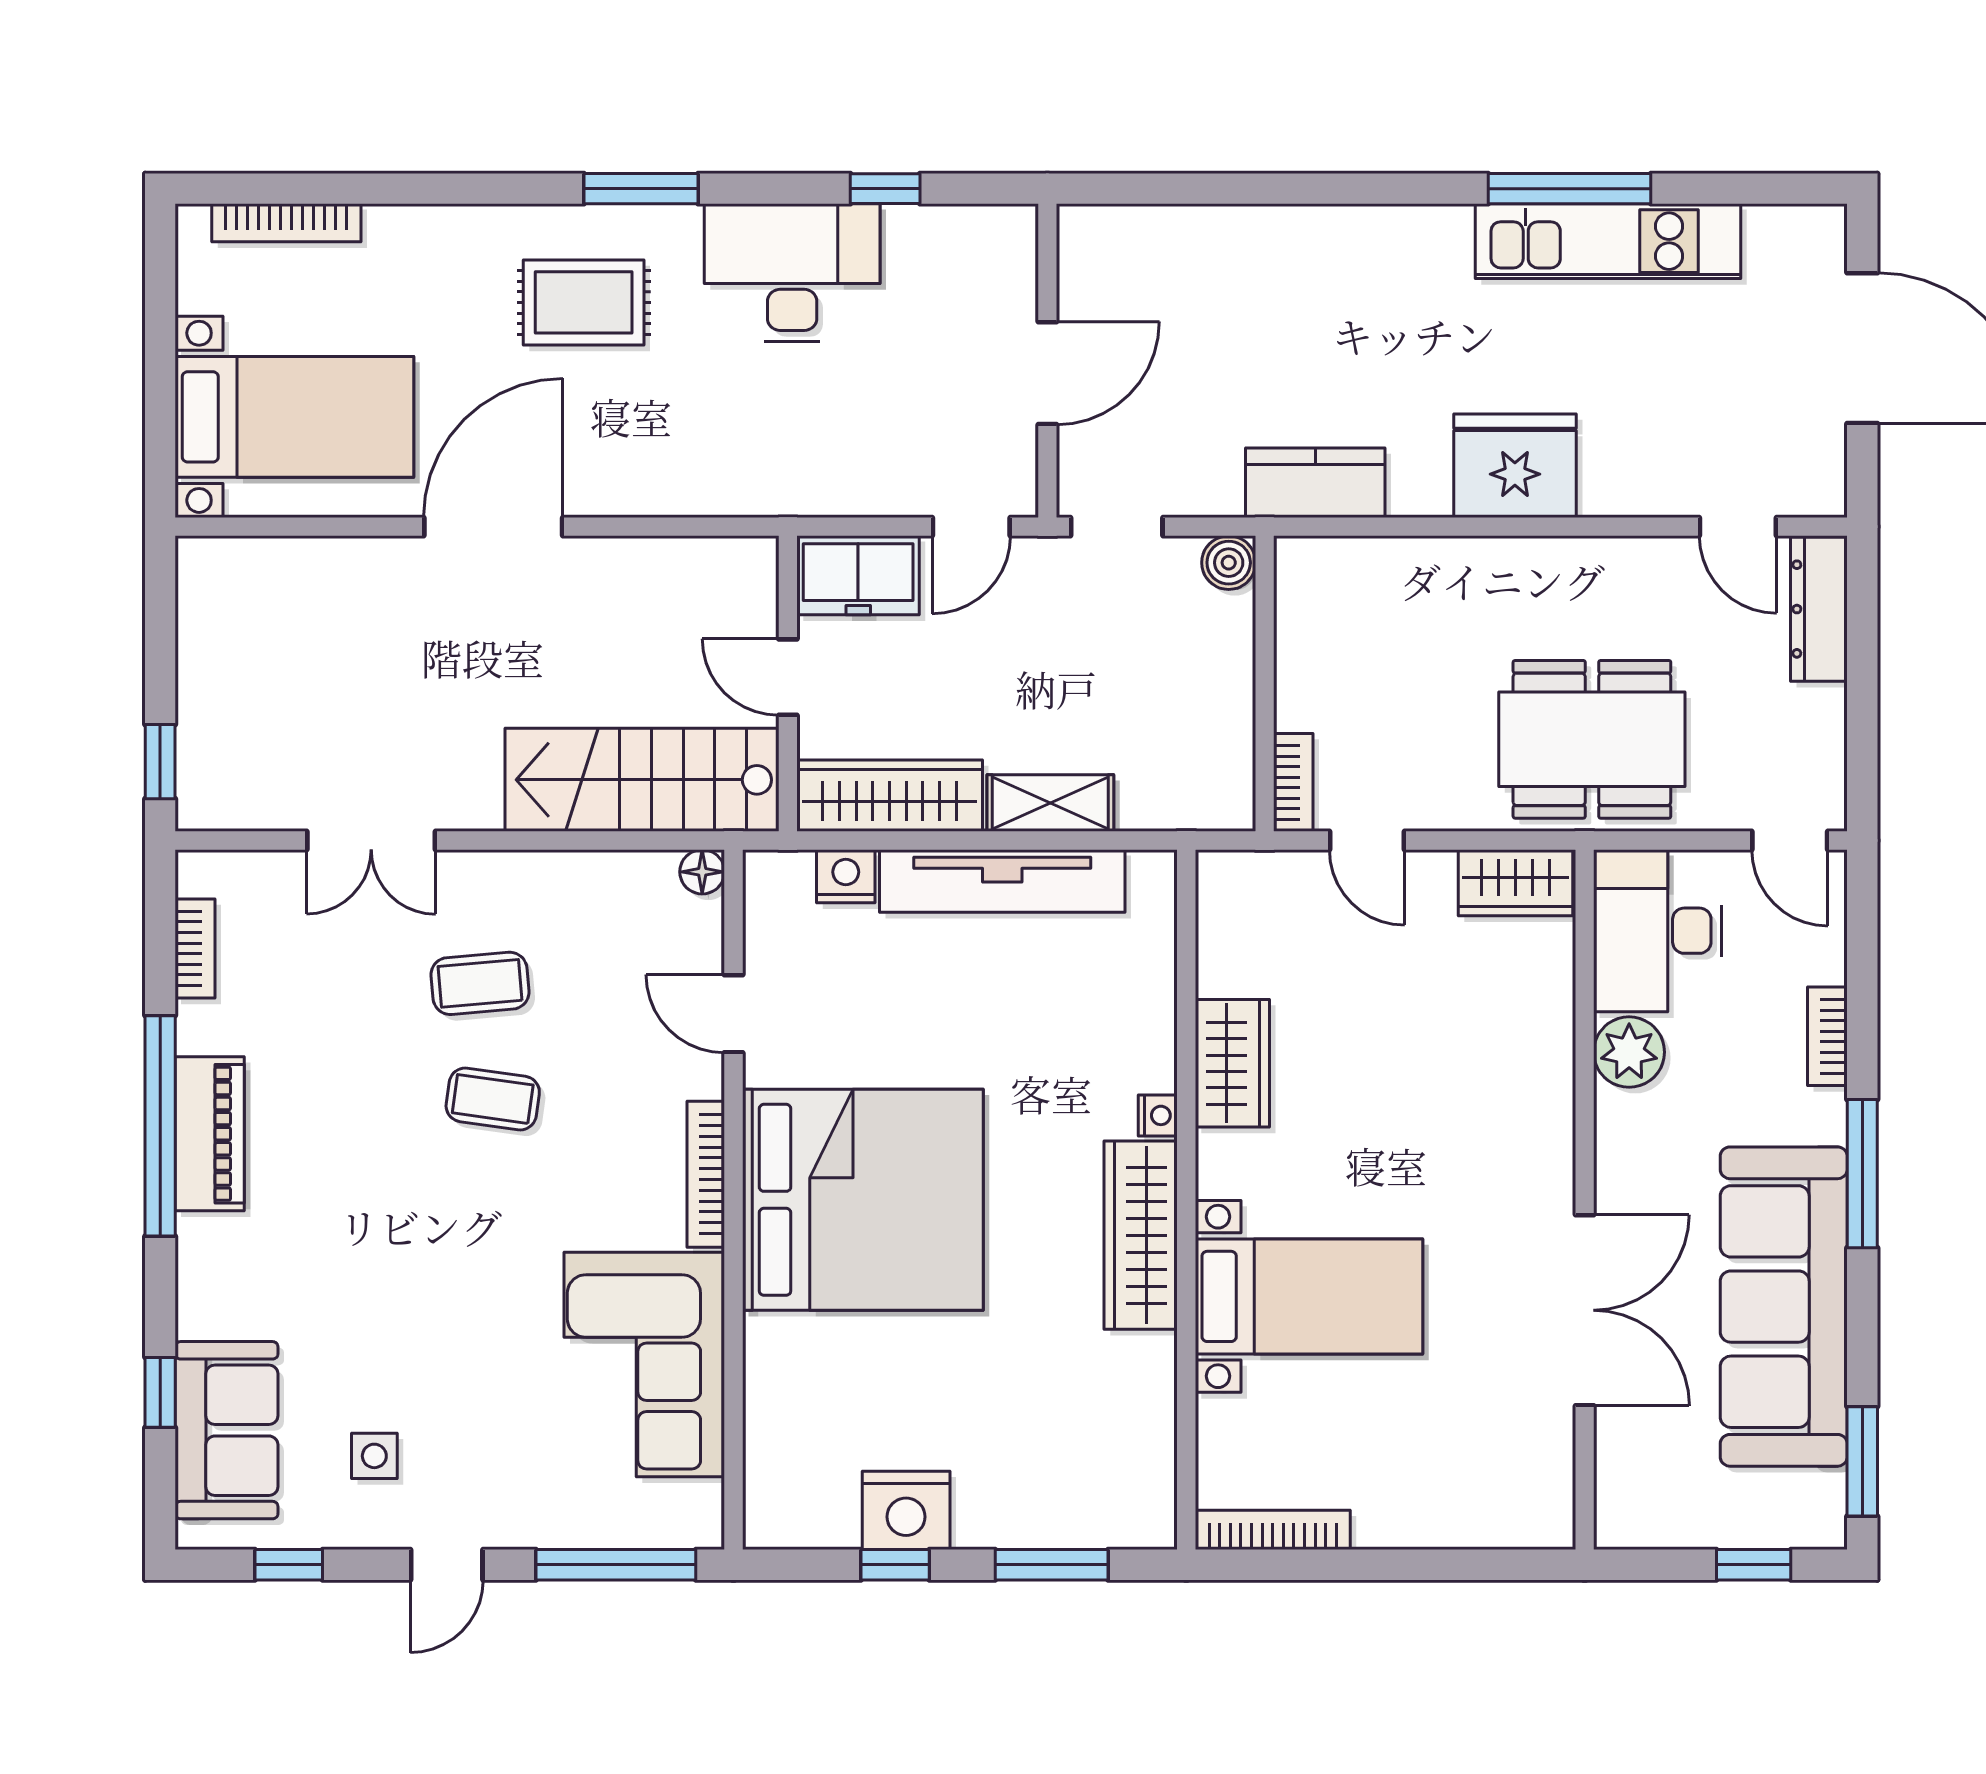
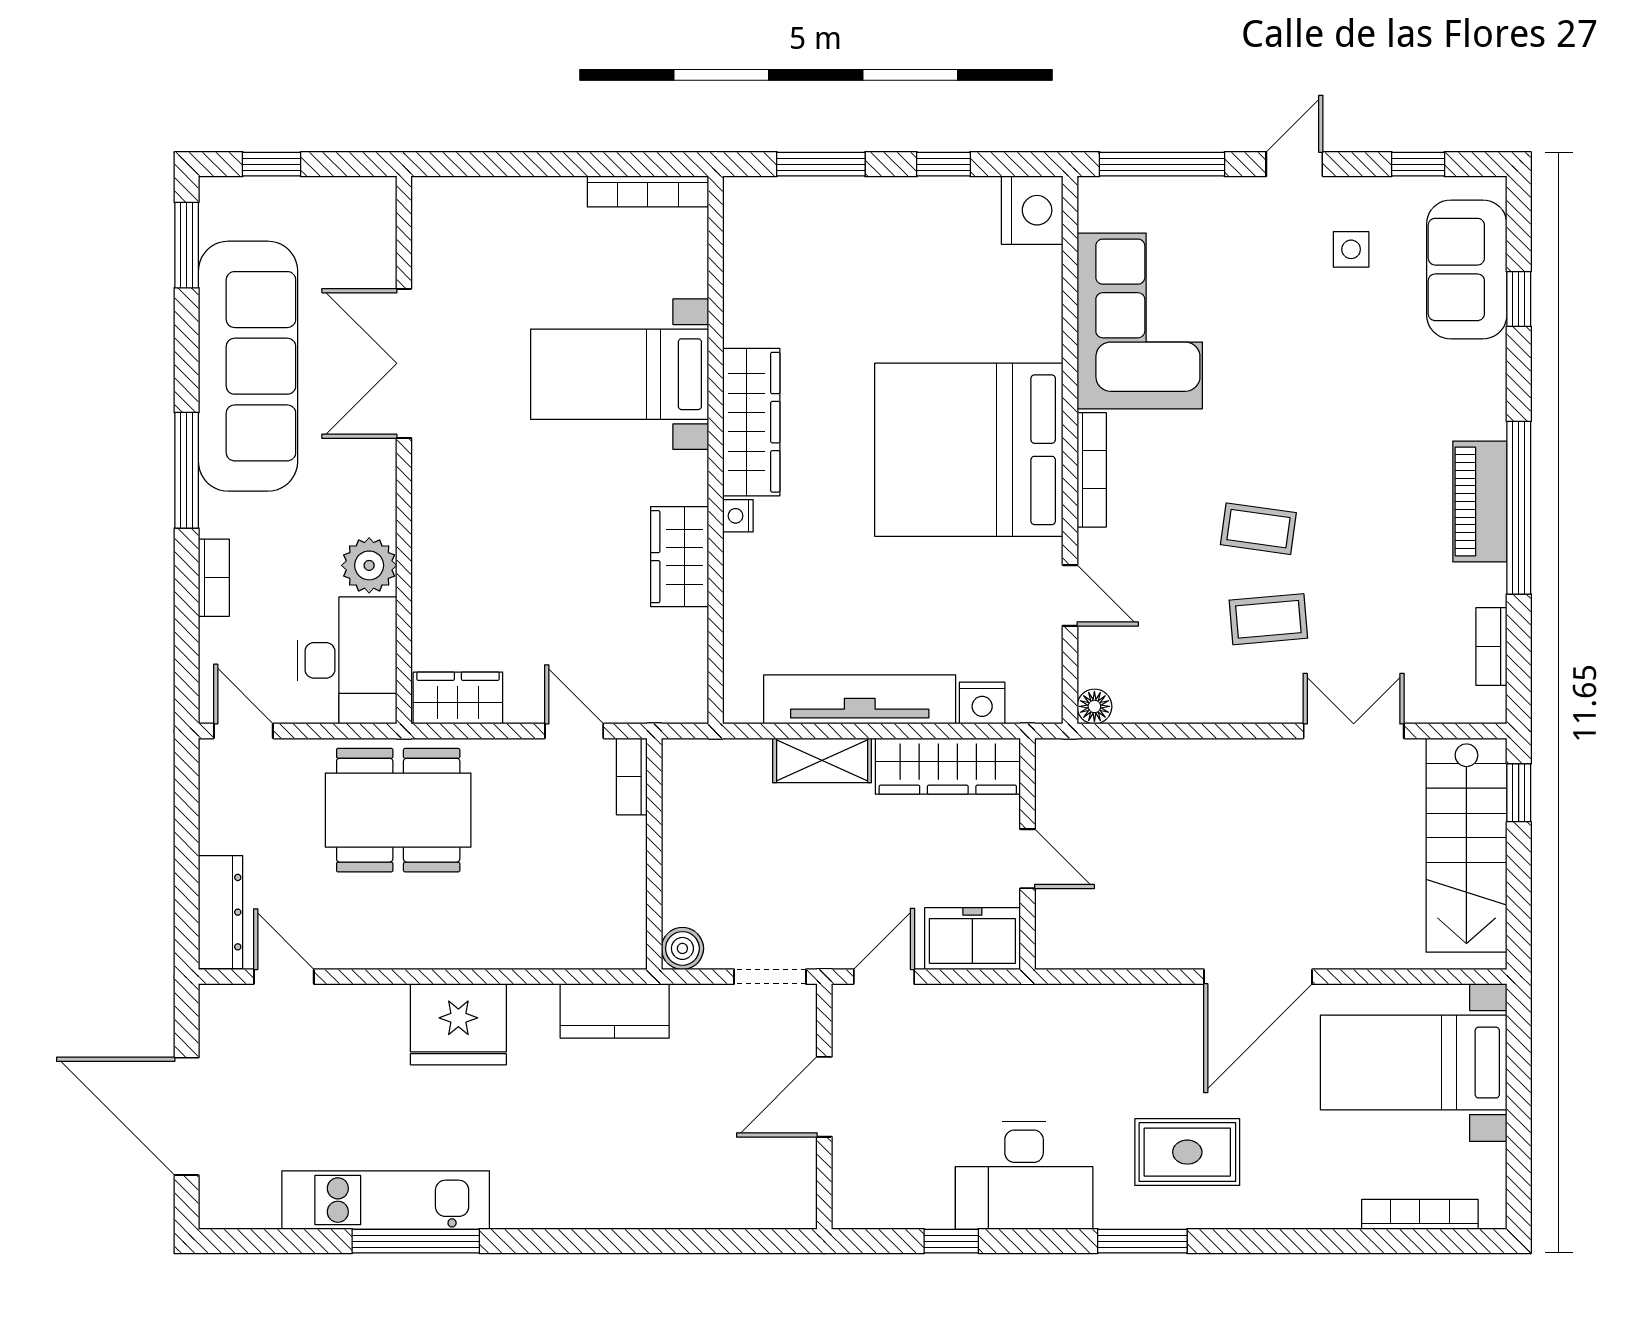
stairs: (642, 780) -> (1466, 845), moved, turned 90
nightstand: (906, 1510) -> (1032, 210), moved, turned 90

